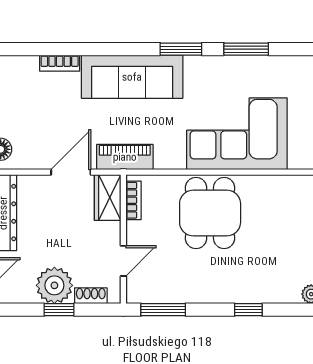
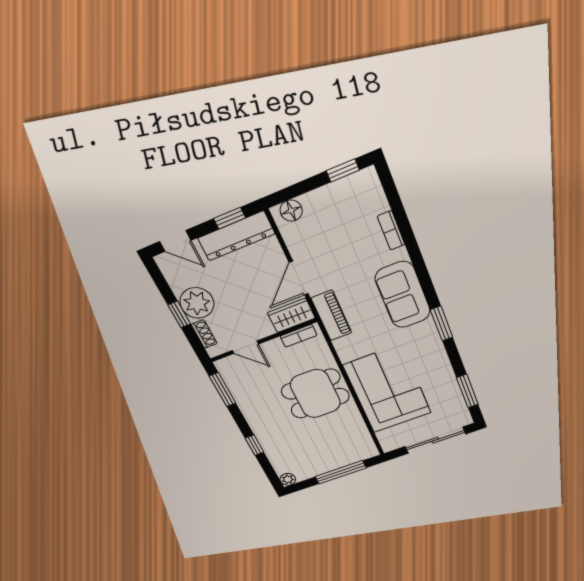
window: (246, 49) -> (467, 391), moved
sofa: (132, 77) -> (403, 295), width x0.73
door: (71, 172) -> (299, 278), swing flipped

